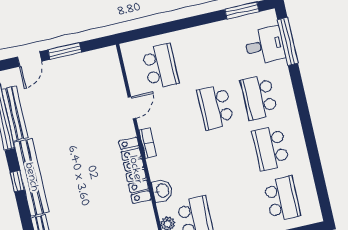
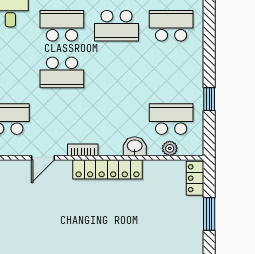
school desk: (259, 97) -> (62, 26), turned 180
door: (132, 108) -> (43, 158), swing flipped

